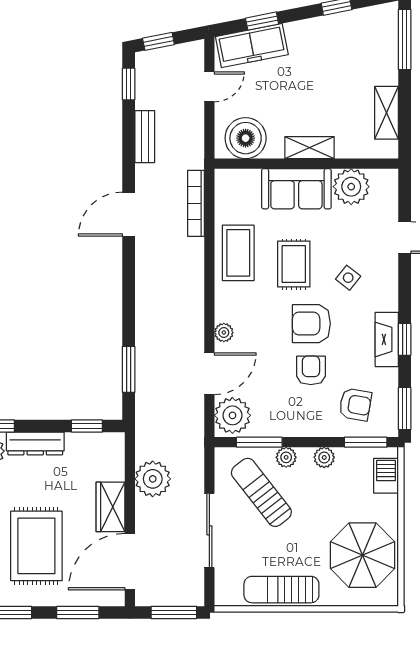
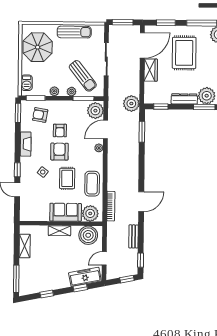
plant: (351, 187) -> (90, 213), moved
armchair: (311, 324) -> (59, 152), turned -90
window: (405, 339) -> (17, 170), moved
plant: (153, 479) -> (131, 104), moved

